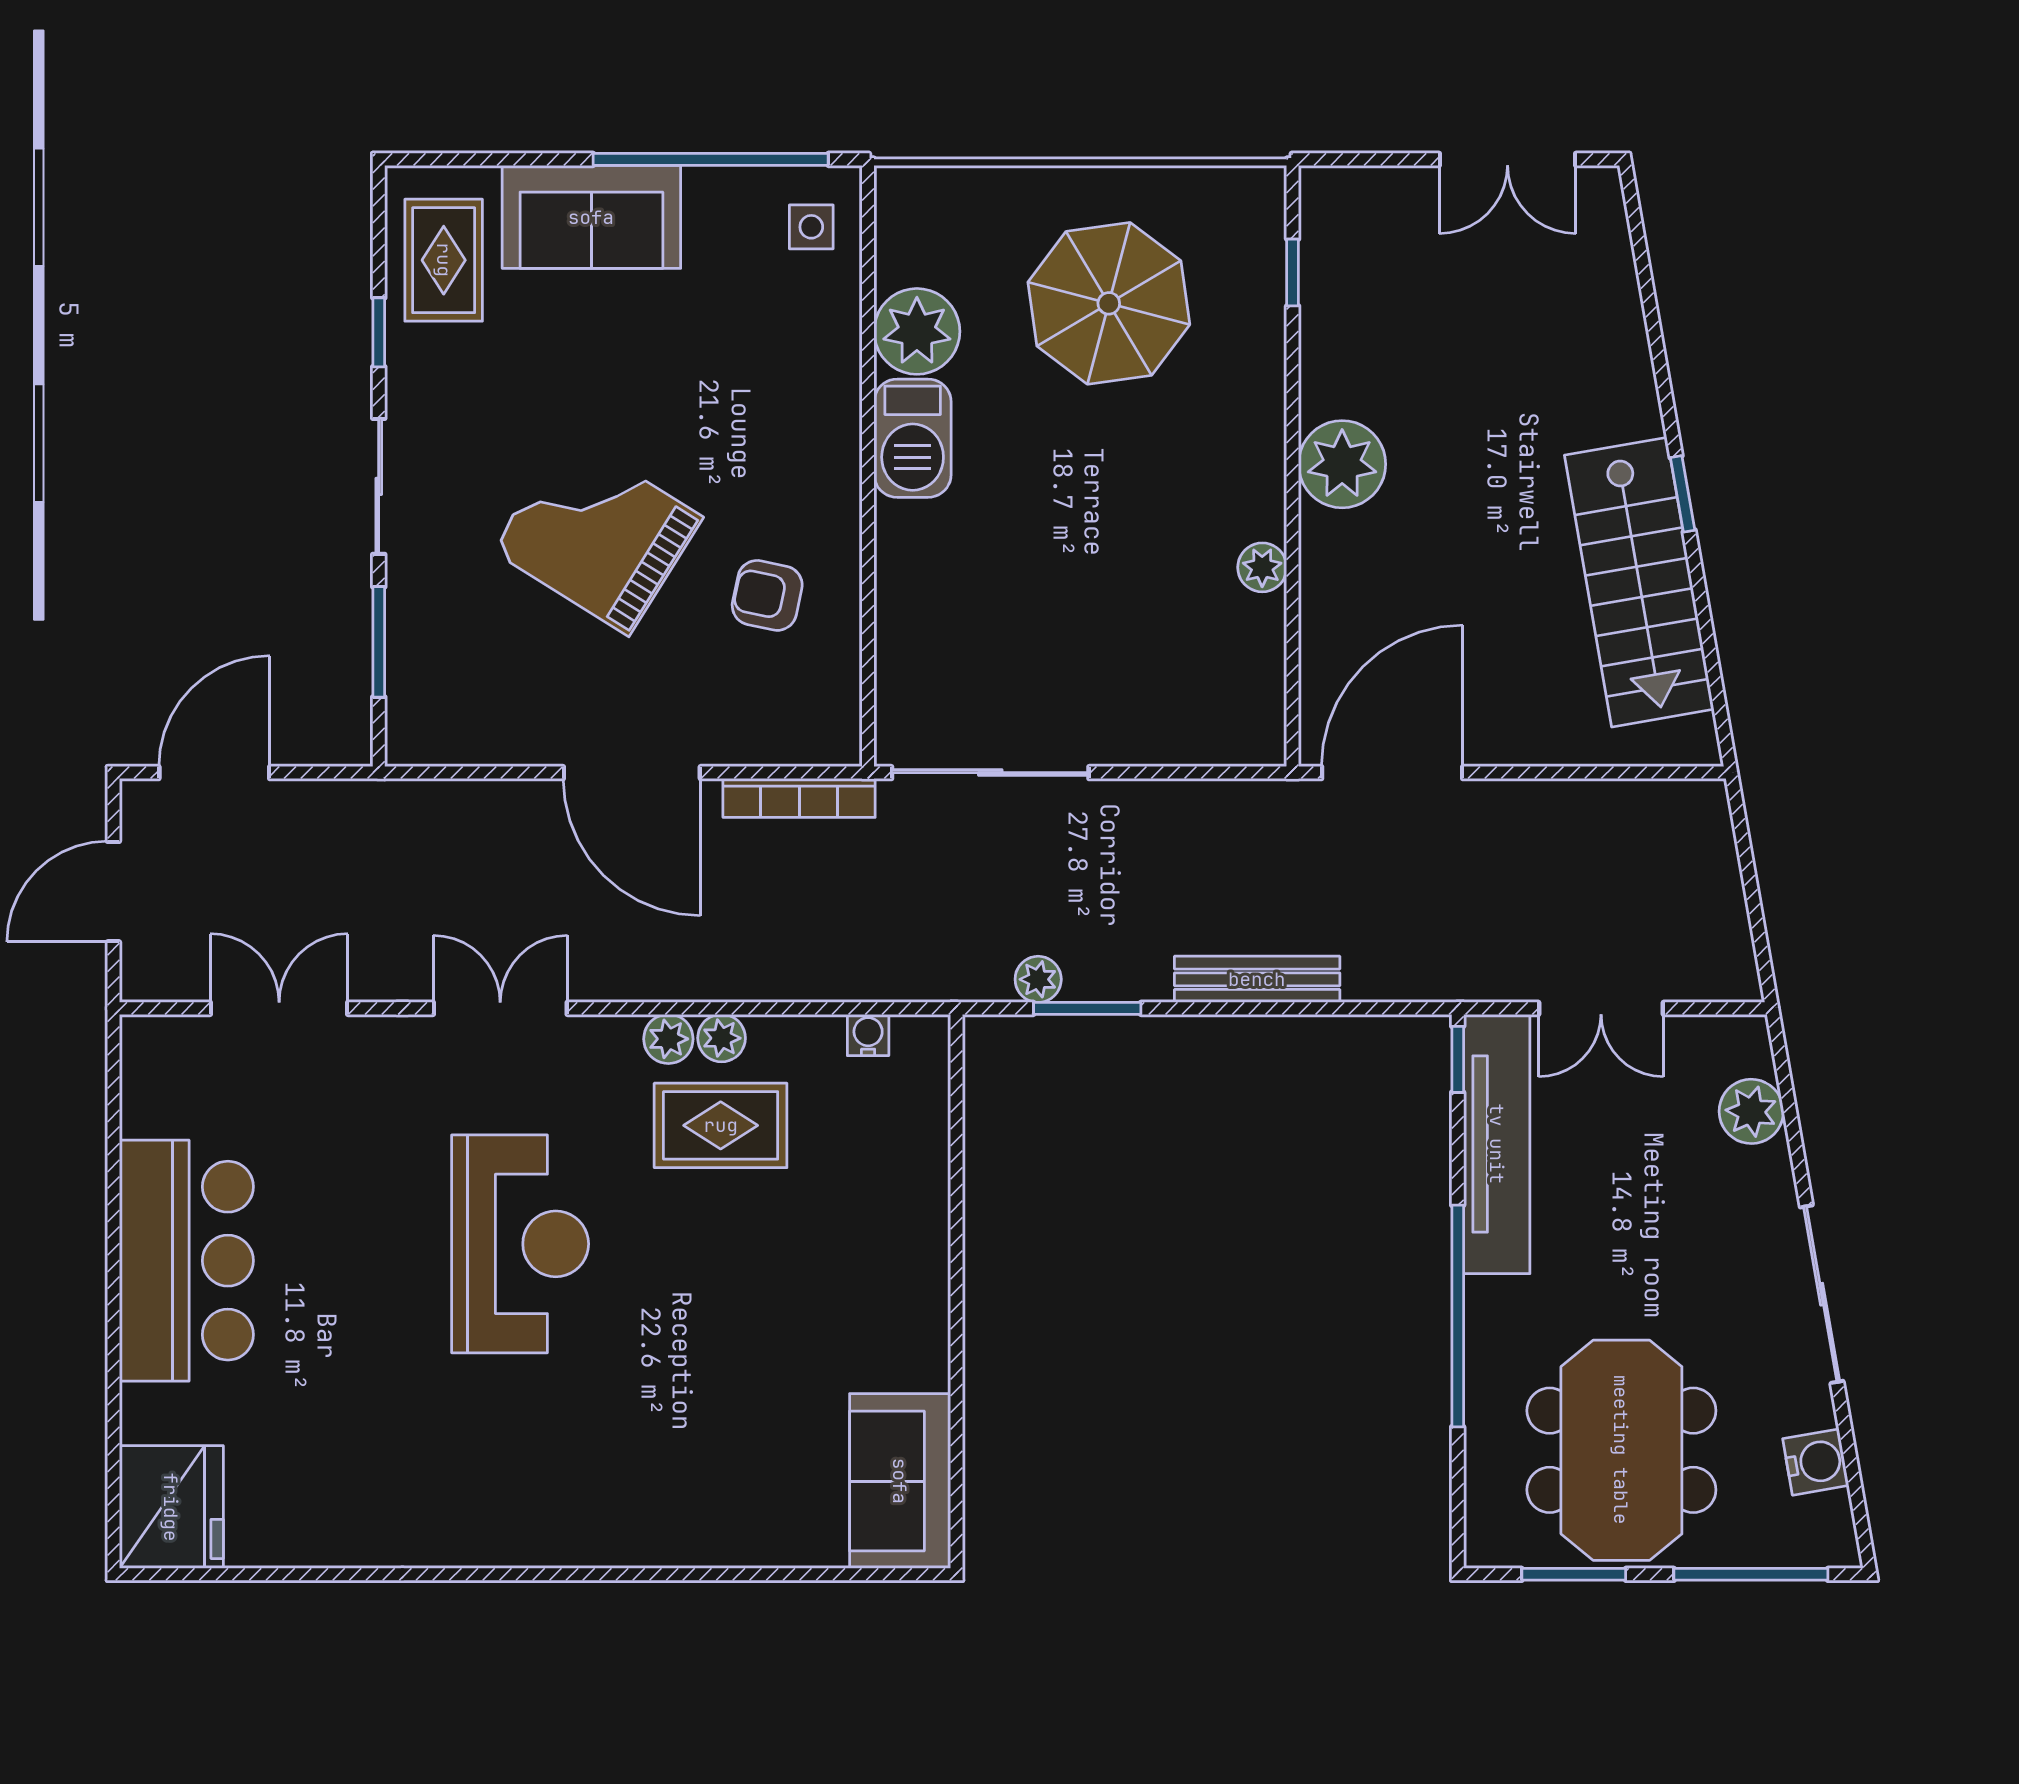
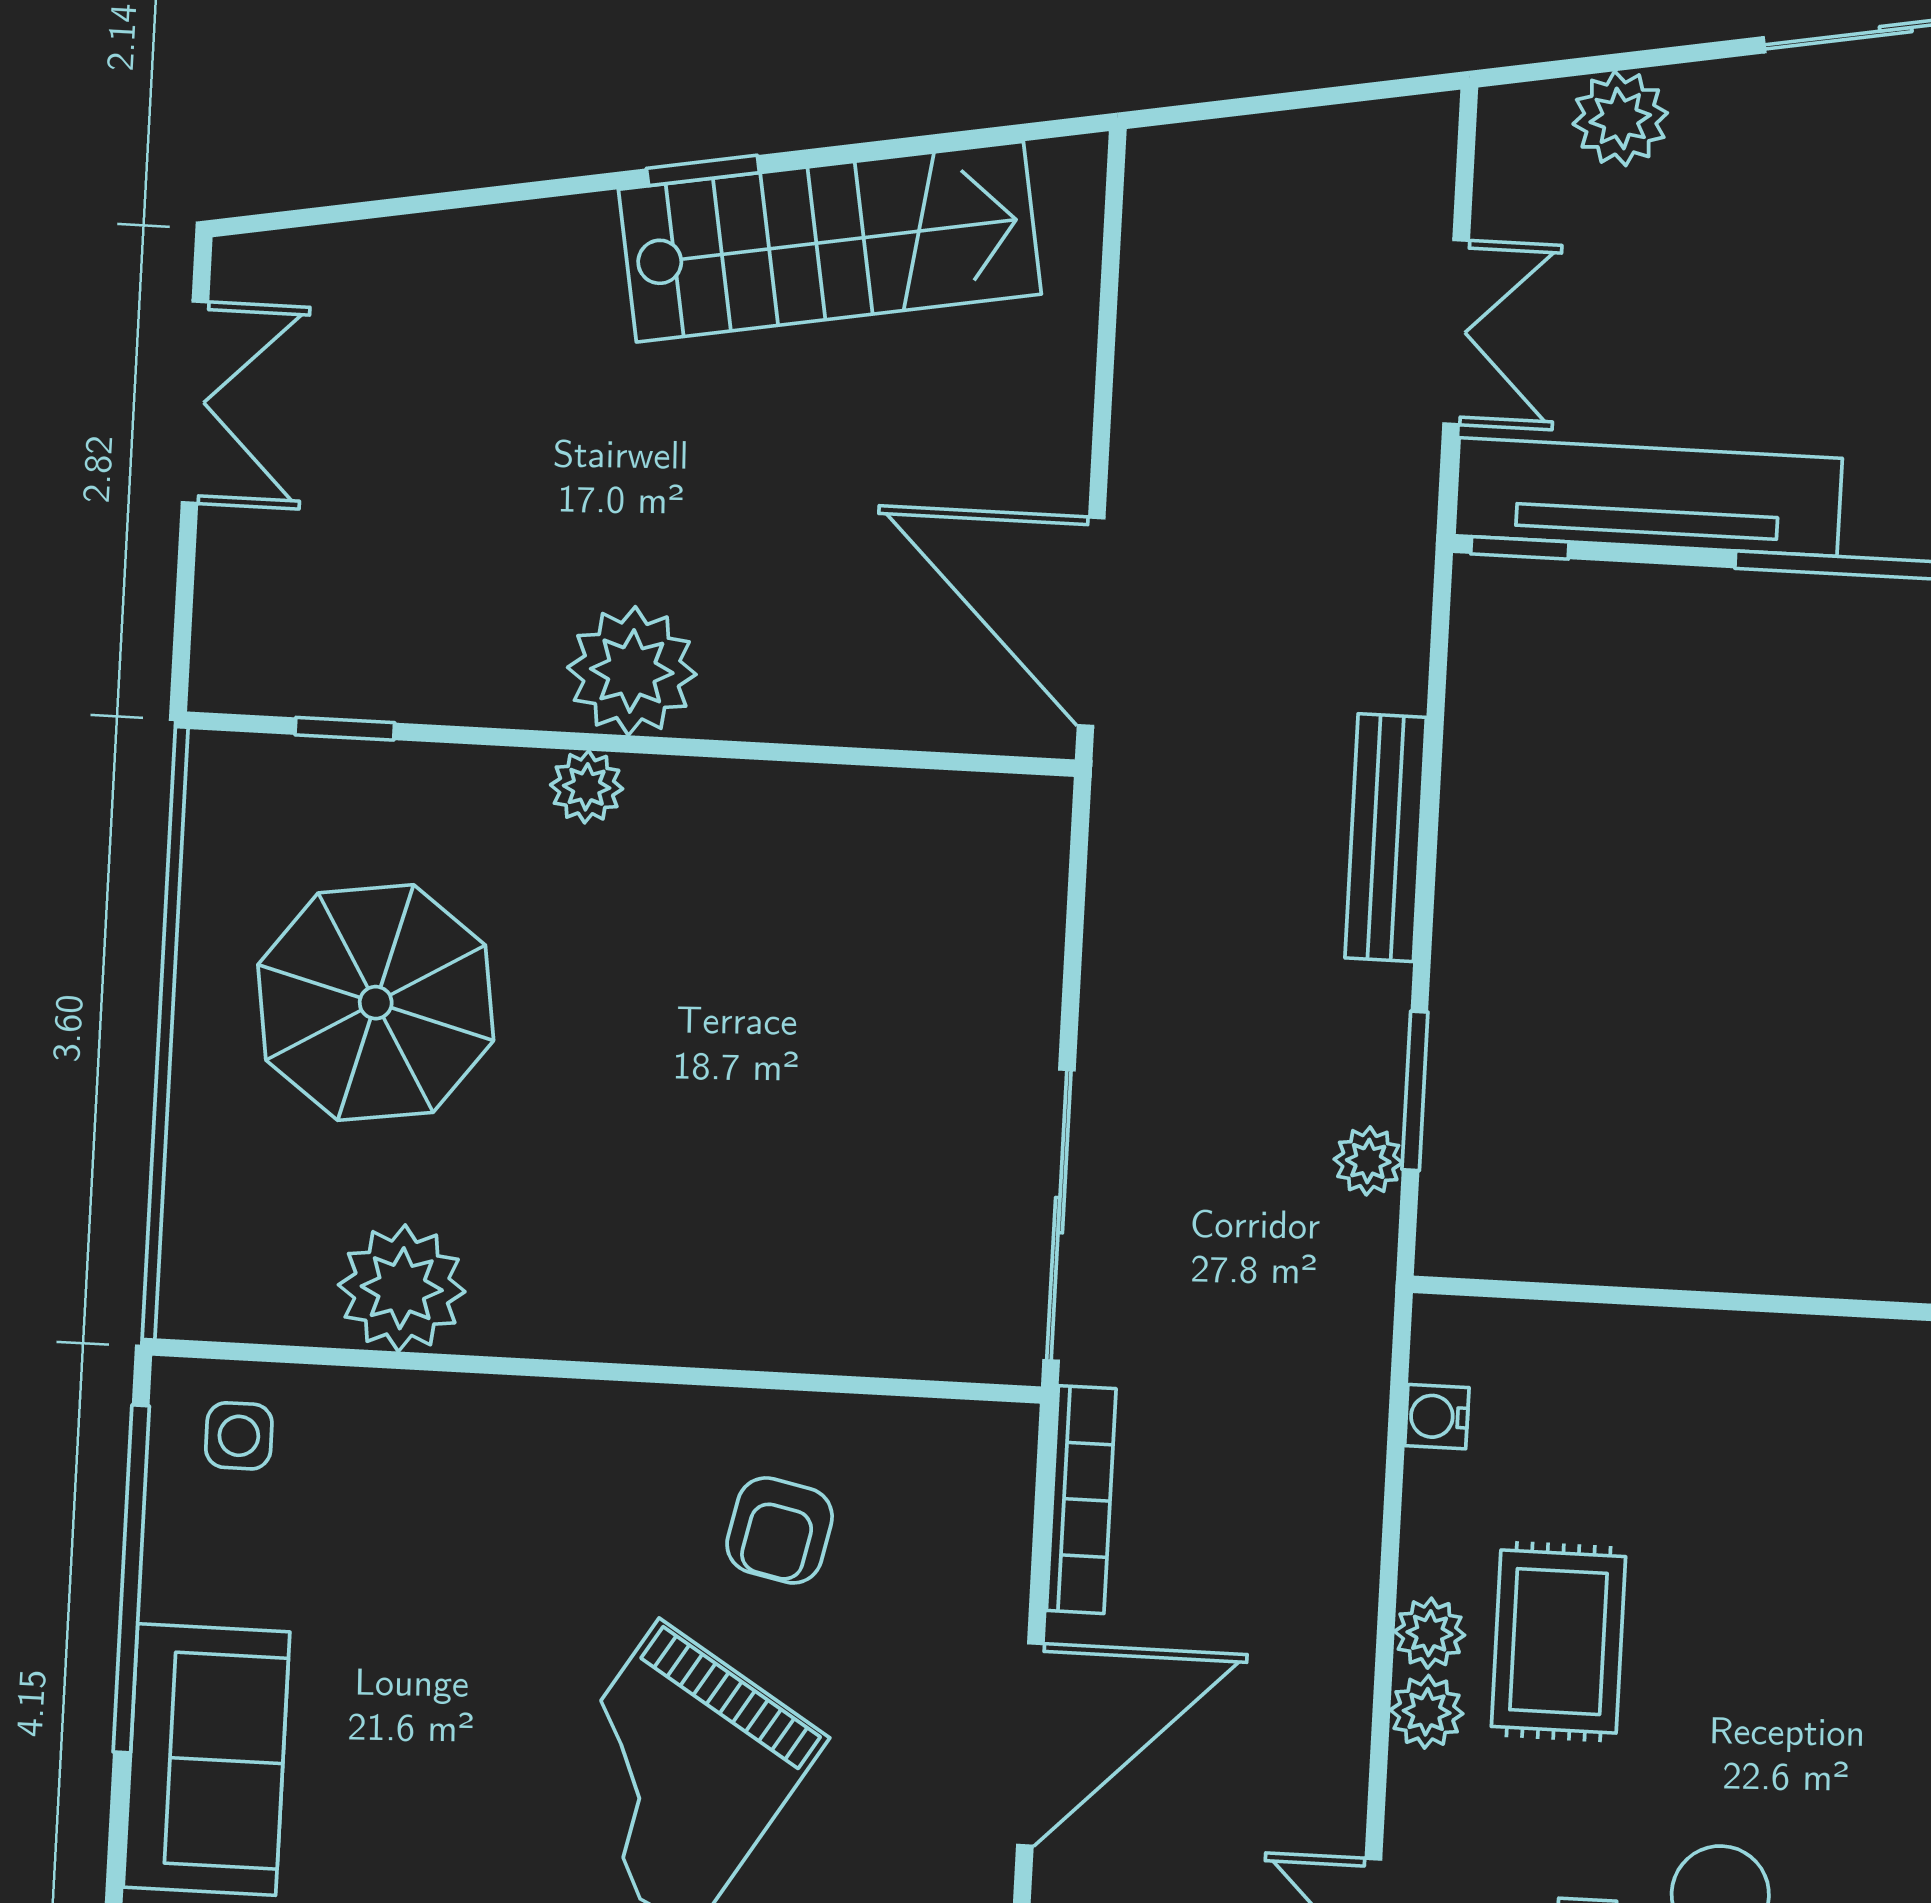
barbecue: (913, 438) -> (559, 1303), removed
plant: (1262, 567) -> (587, 787), moved

